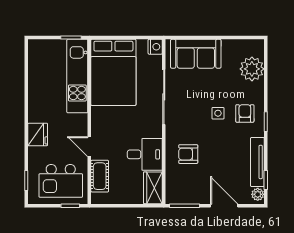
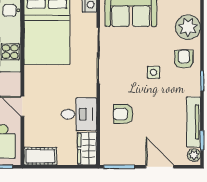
armchair: (245, 113) -> (184, 59), moved
cot: (100, 176) -> (40, 156), moved, turned 90

